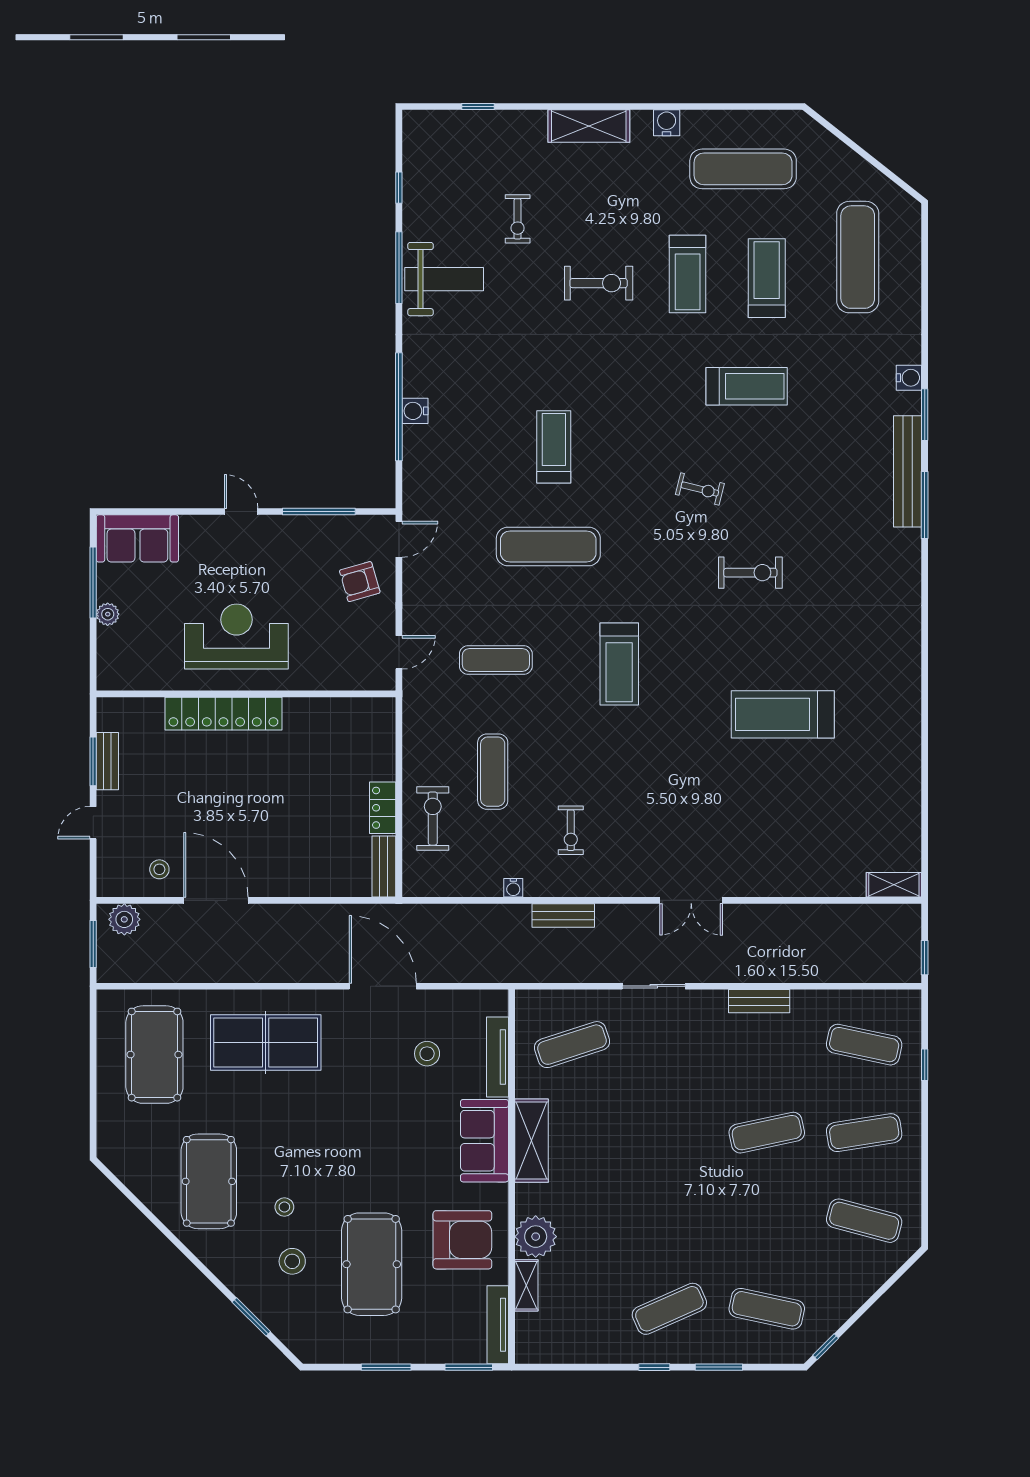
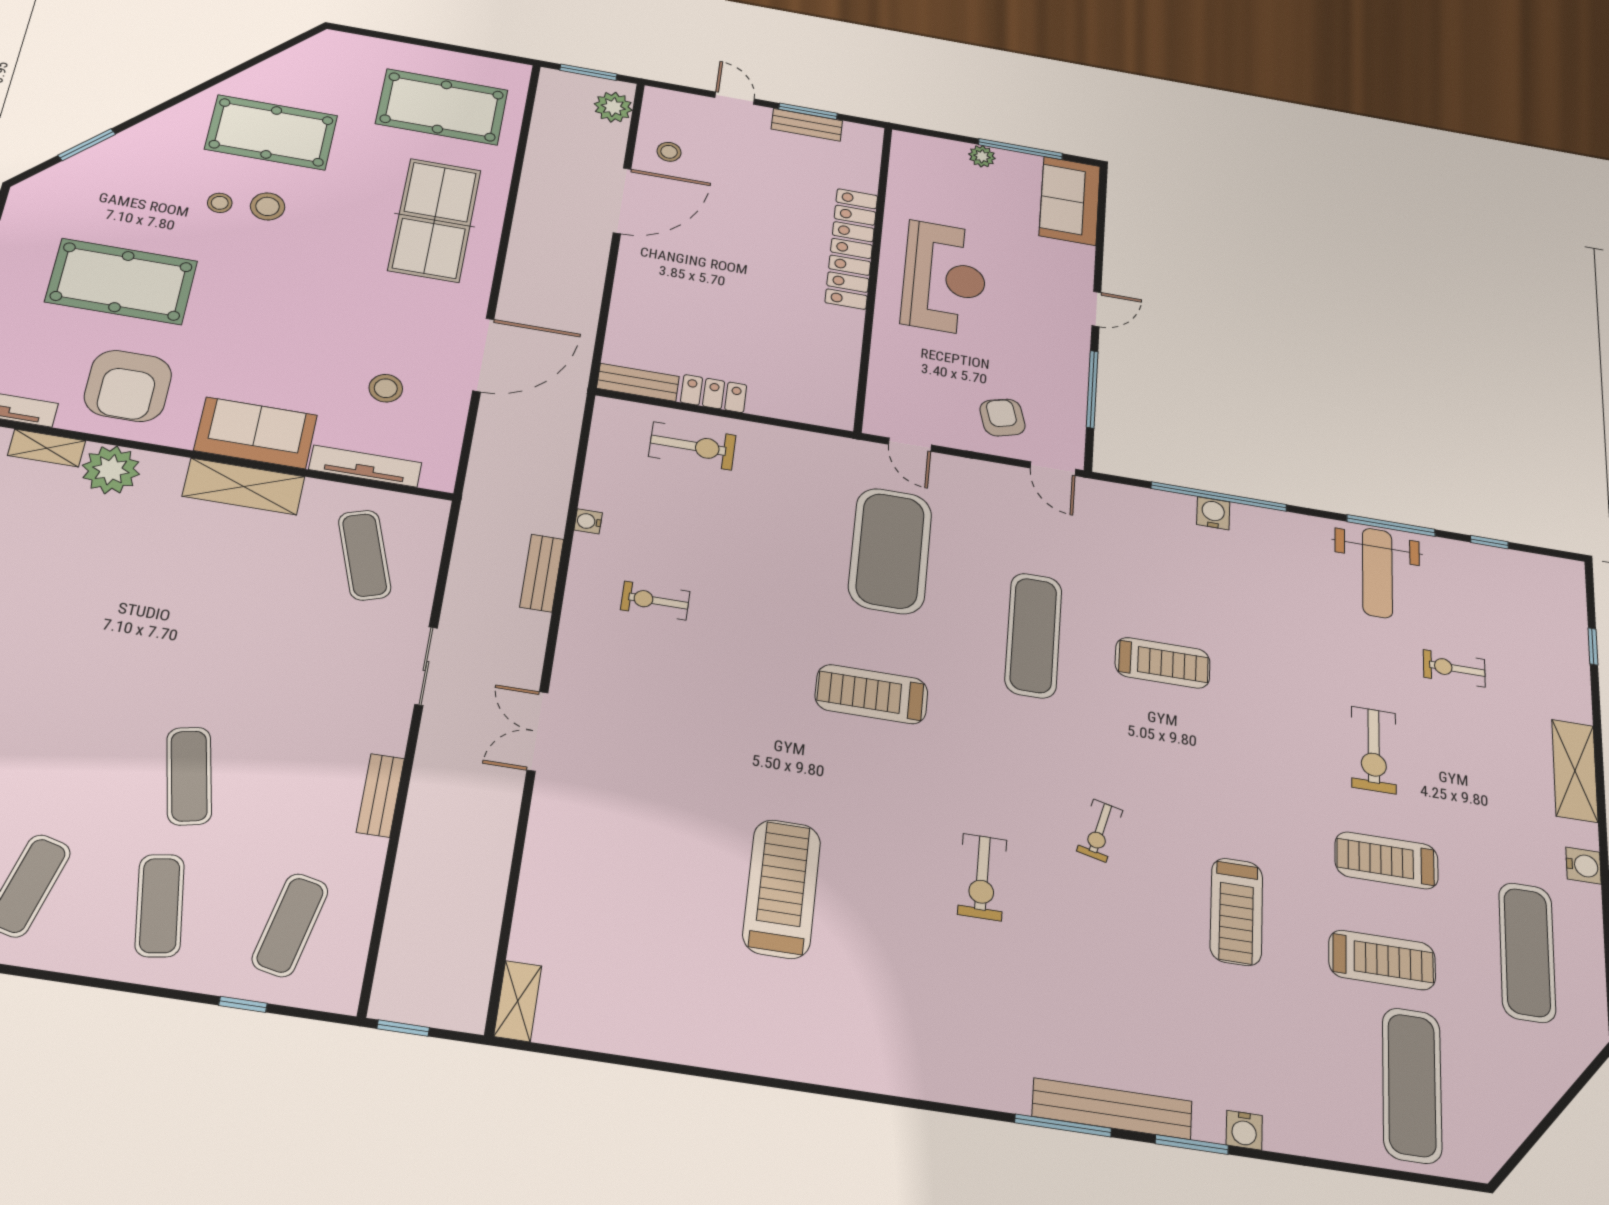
exercise mat: (858, 257) -> (1412, 1085), turned 90
exercise mat: (496, 660) -> (890, 551), width x2.00, depth x1.45
exercise mat: (493, 772) -> (745, 523), removed
stool: (292, 1261) -> (268, 206), moved

